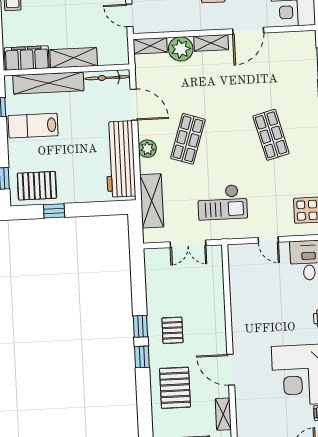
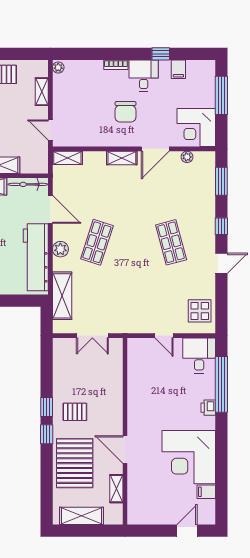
plant: (181, 49) -> (187, 157), moved, width x0.53, depth x0.53
checkout: (222, 202) -> (125, 300), removed
pallet: (172, 330) -> (75, 412), turned 90
pallet: (175, 388) -> (75, 463), width x1.37, depth x1.41

